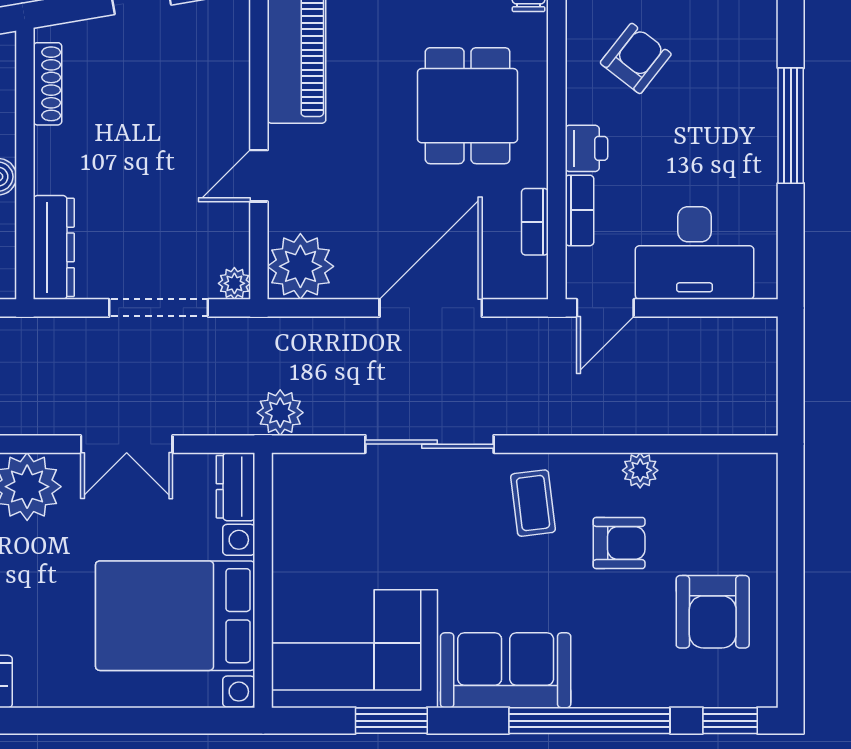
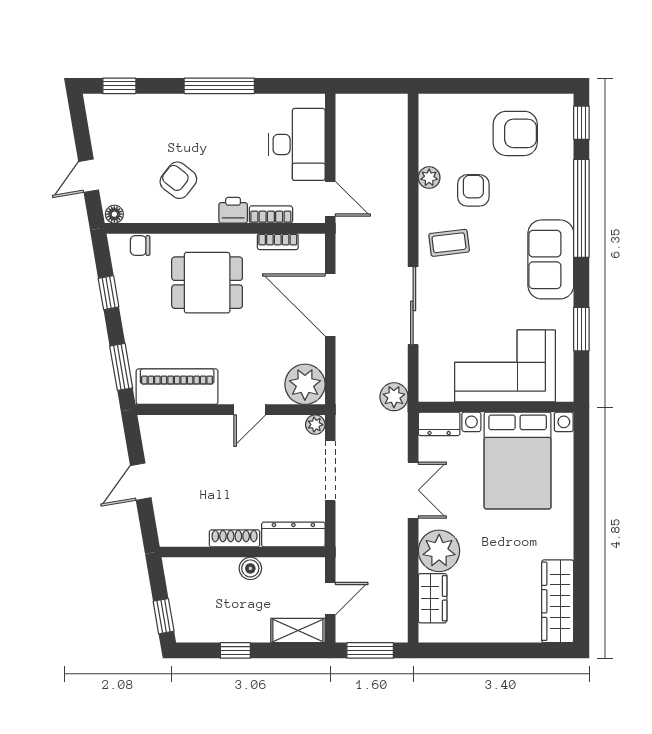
shoe rack: (48, 84) -> (235, 538), moved
door: (259, 176) -> (250, 410), hinge flipped
corner sofa: (355, 649) -> (505, 366), moved, turned 90

